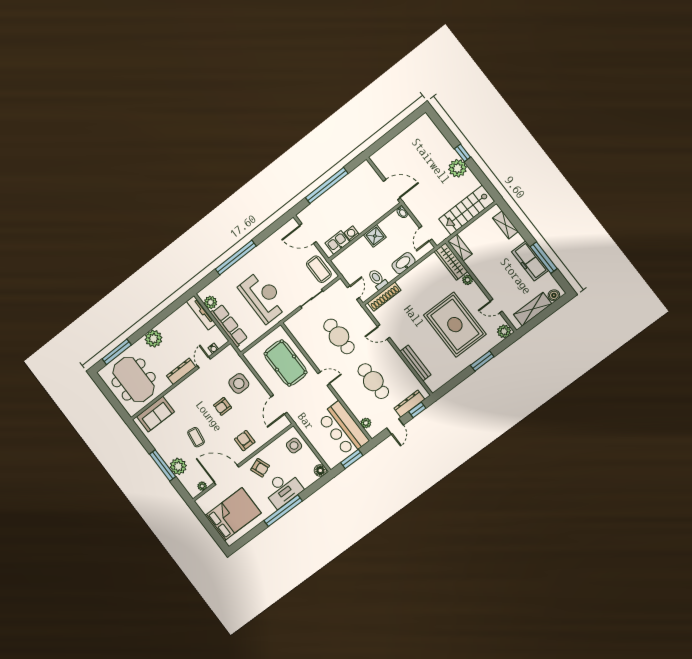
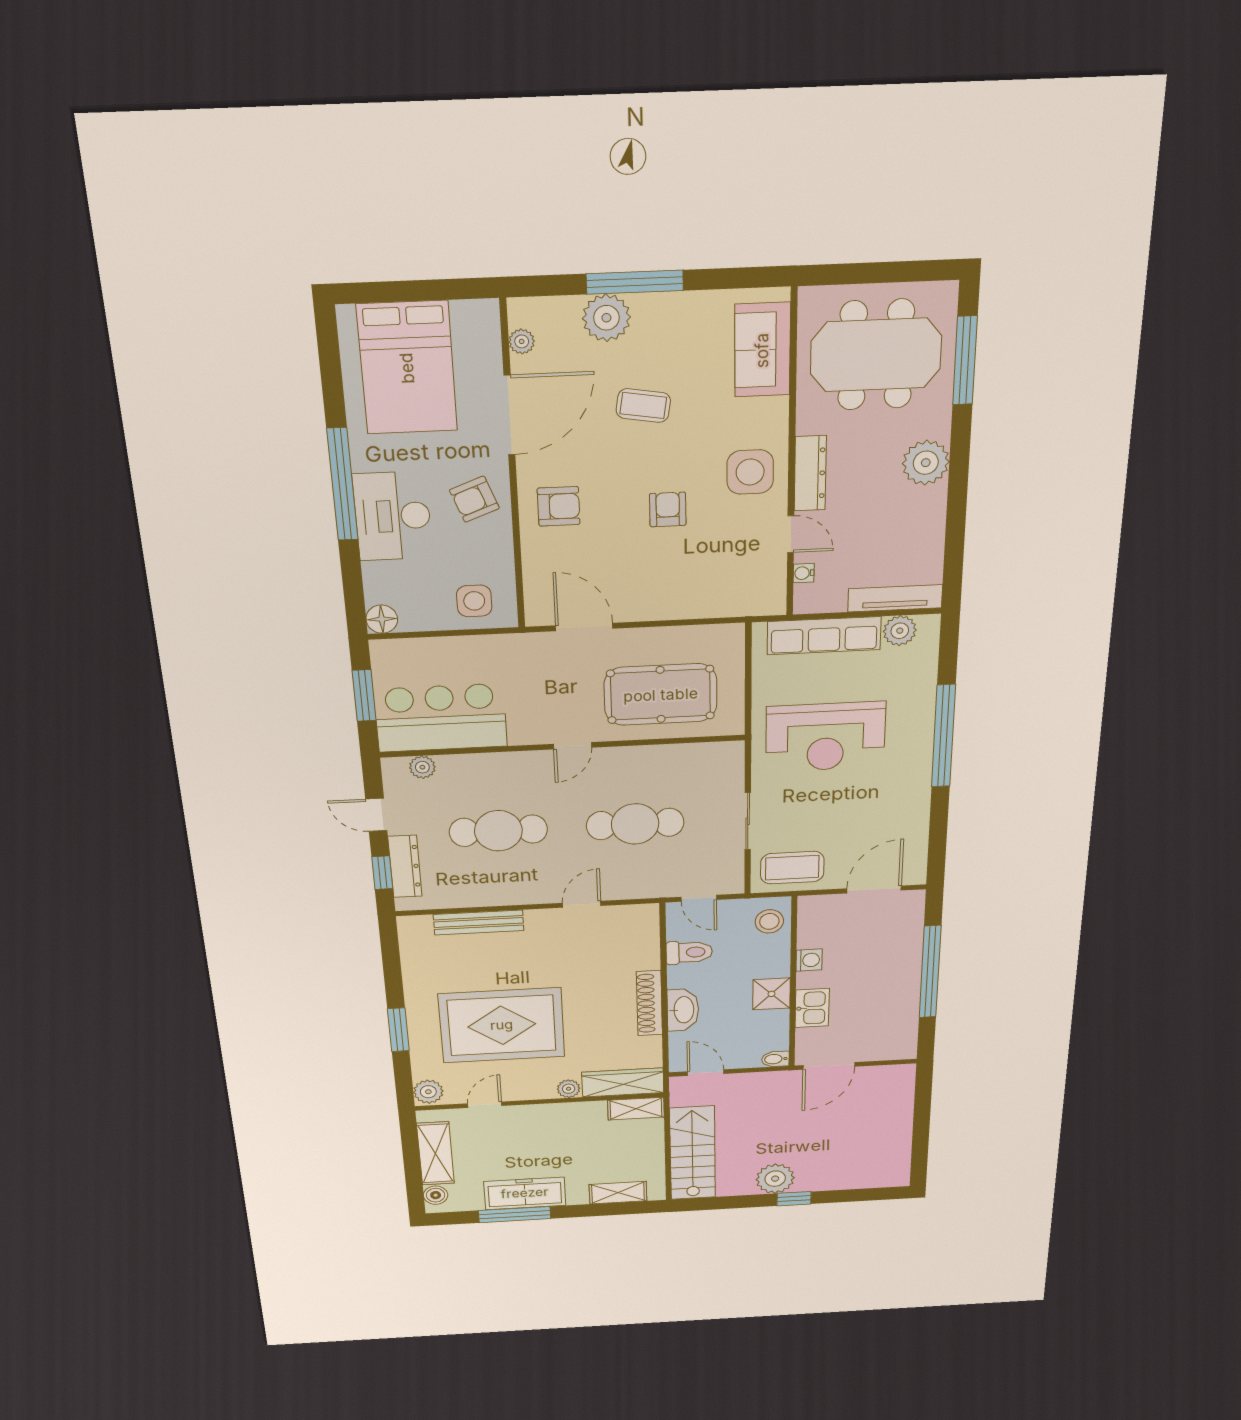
kitchen sink: (337, 243) -> (812, 1008), moved
stool: (346, 260) -> (769, 921), added
shoe rack: (384, 297) -> (649, 1003), moved
side table: (239, 383) -> (750, 472), moved

